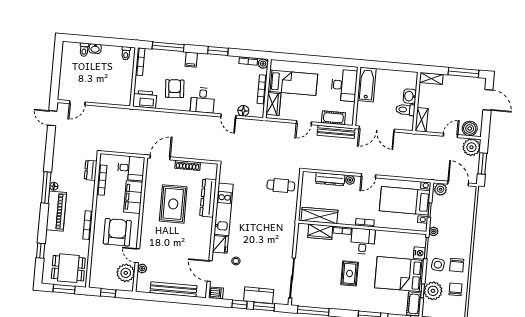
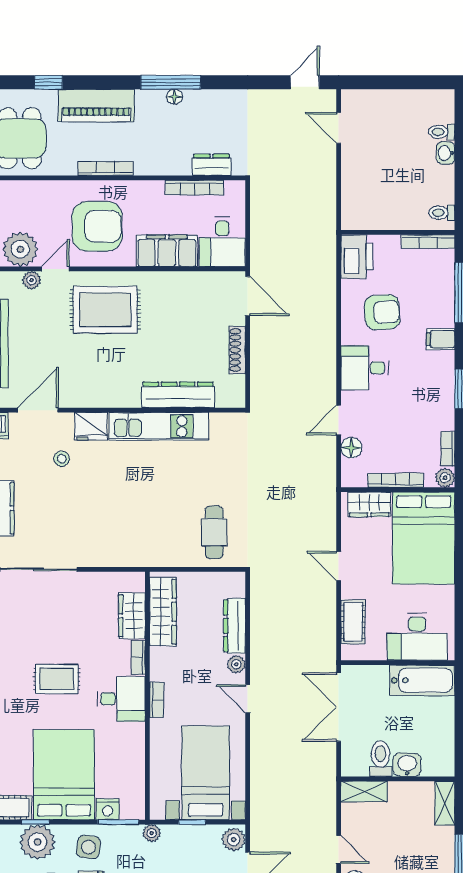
bed: (293, 83) -> (424, 538), width x1.50
bench: (336, 132) -> (326, 629), removed
rug: (173, 204) -> (105, 310), moved
piano: (56, 211) -> (96, 106), moved

